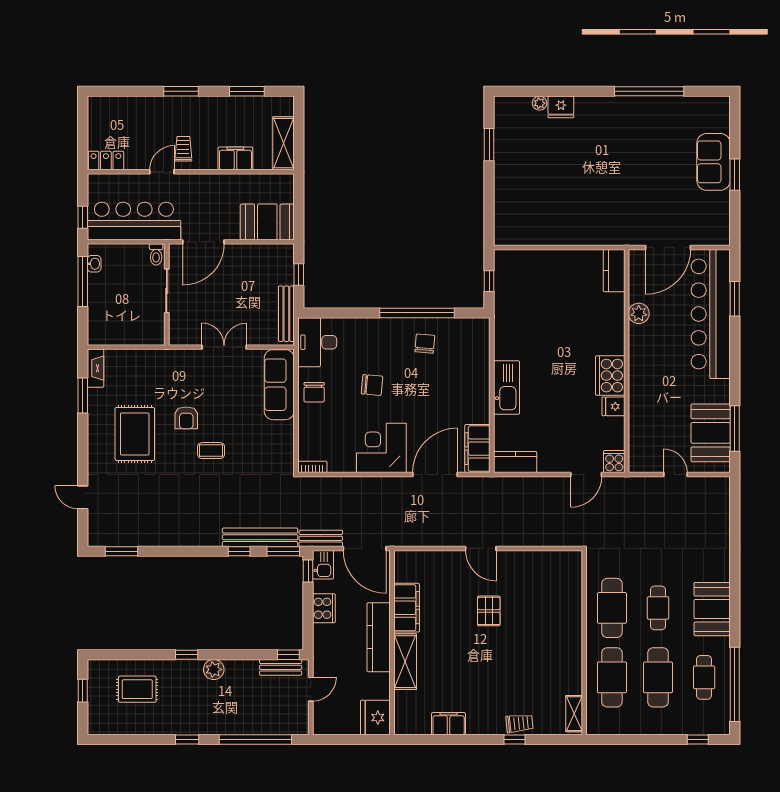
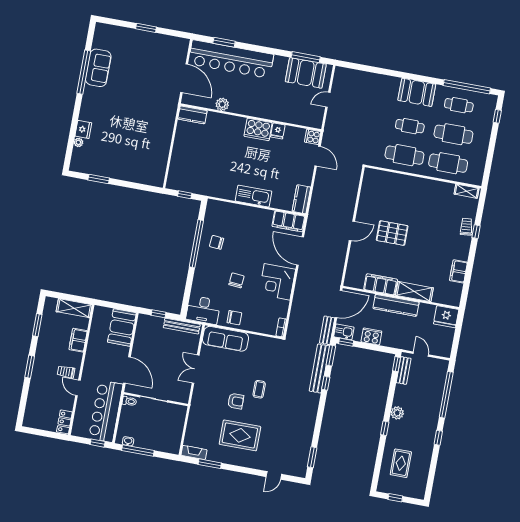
sofa: (714, 162) -> (98, 68), moved, turned -90
pallet: (489, 611) -> (392, 233), width x1.50, depth x1.42

